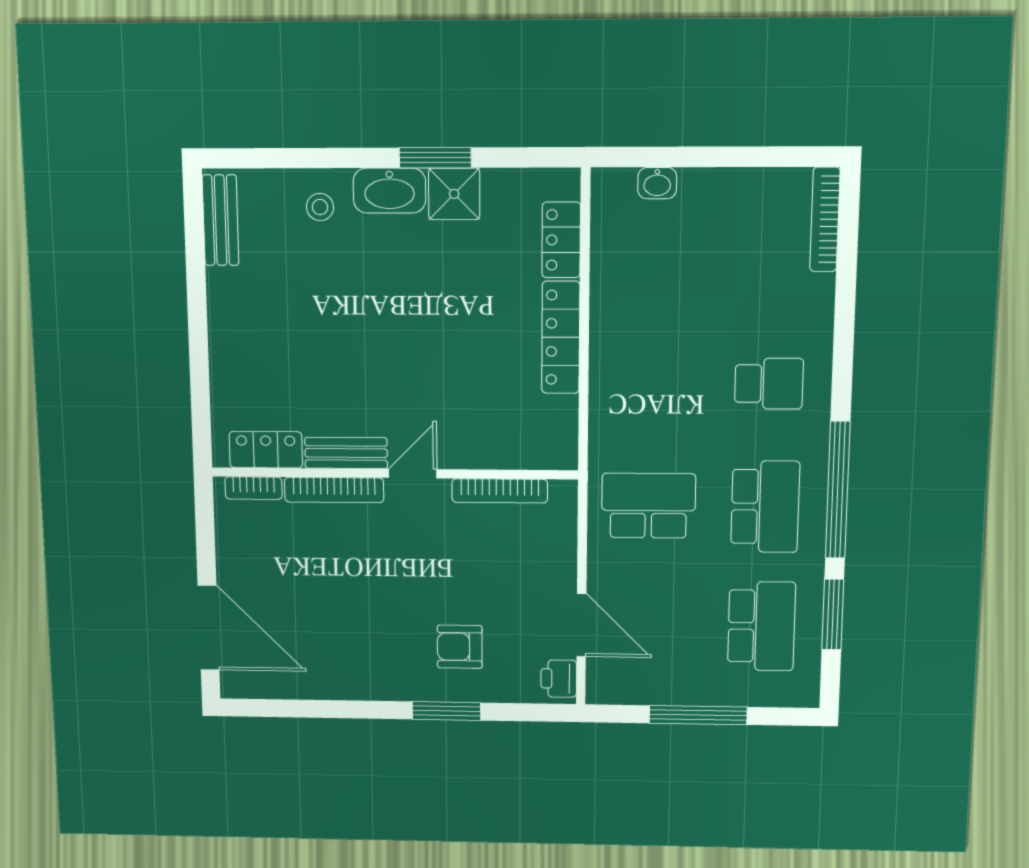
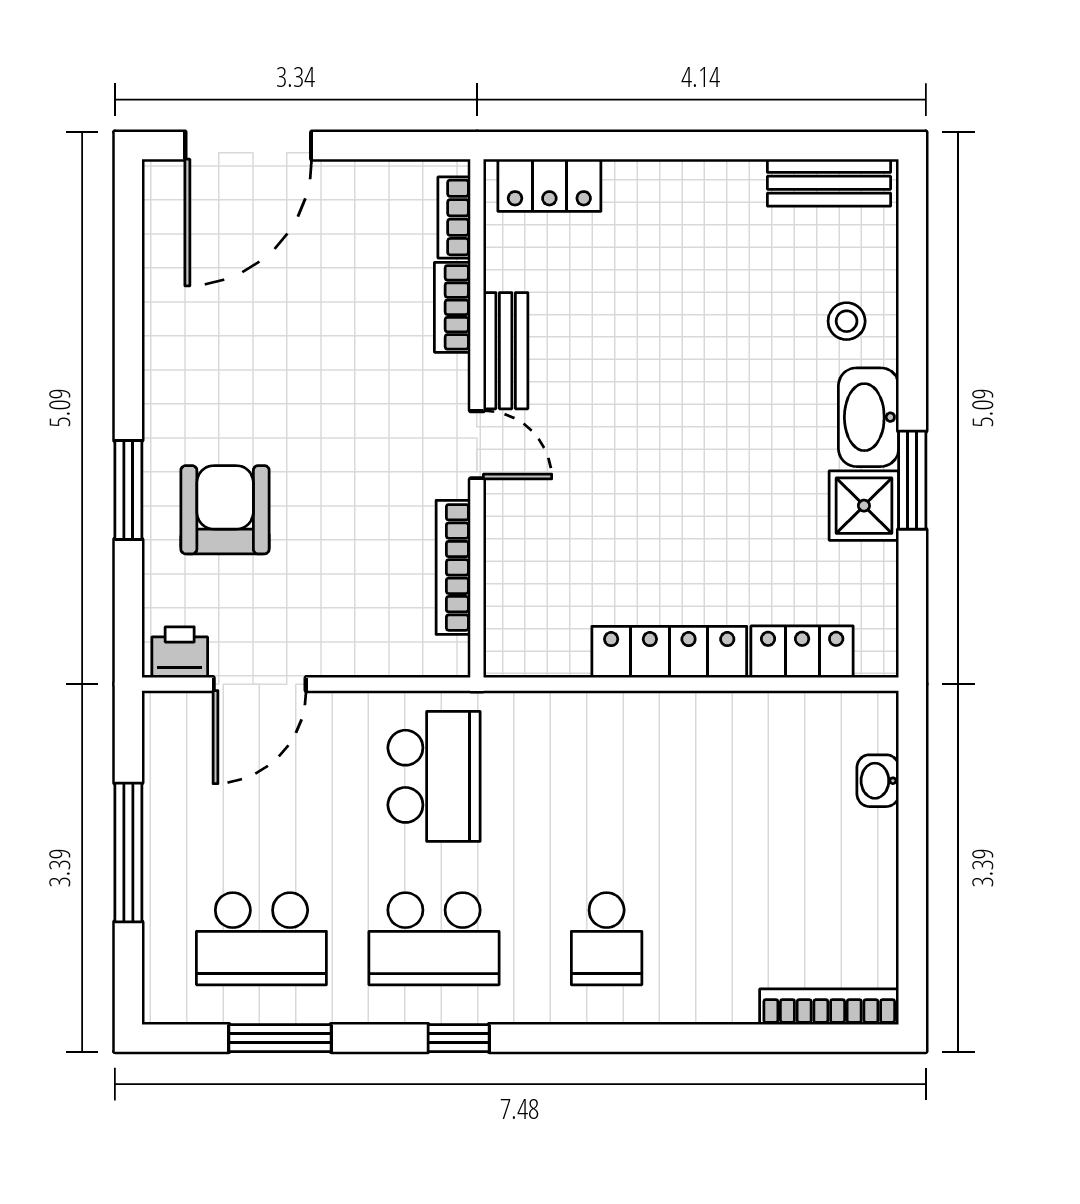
locker: (266, 450) -> (549, 185), moved, turned 90
bookcase: (334, 490) -> (452, 307), width x0.64
window: (838, 490) -> (459, 1038), width x0.32
armchair: (460, 647) -> (225, 510), width x1.38, depth x1.38

